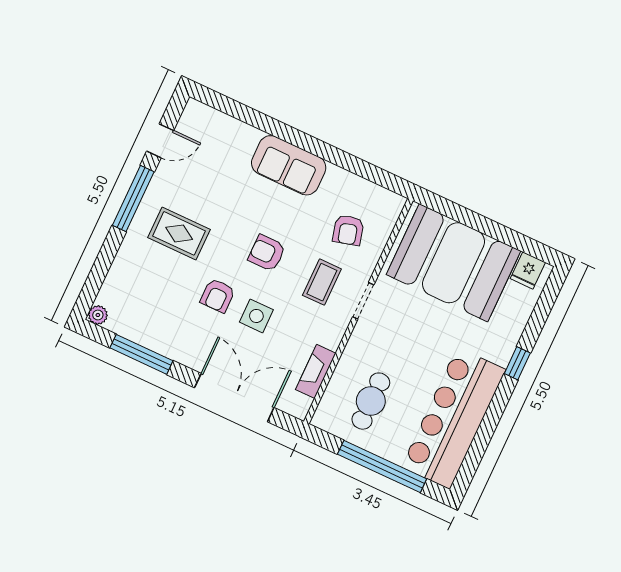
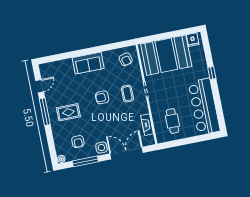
armchair: (348, 230) -> (126, 59), moved
armchair: (218, 296) -> (78, 142), moved
side table: (256, 316) -> (101, 148), moved
window: (382, 467) -> (192, 140), removed

